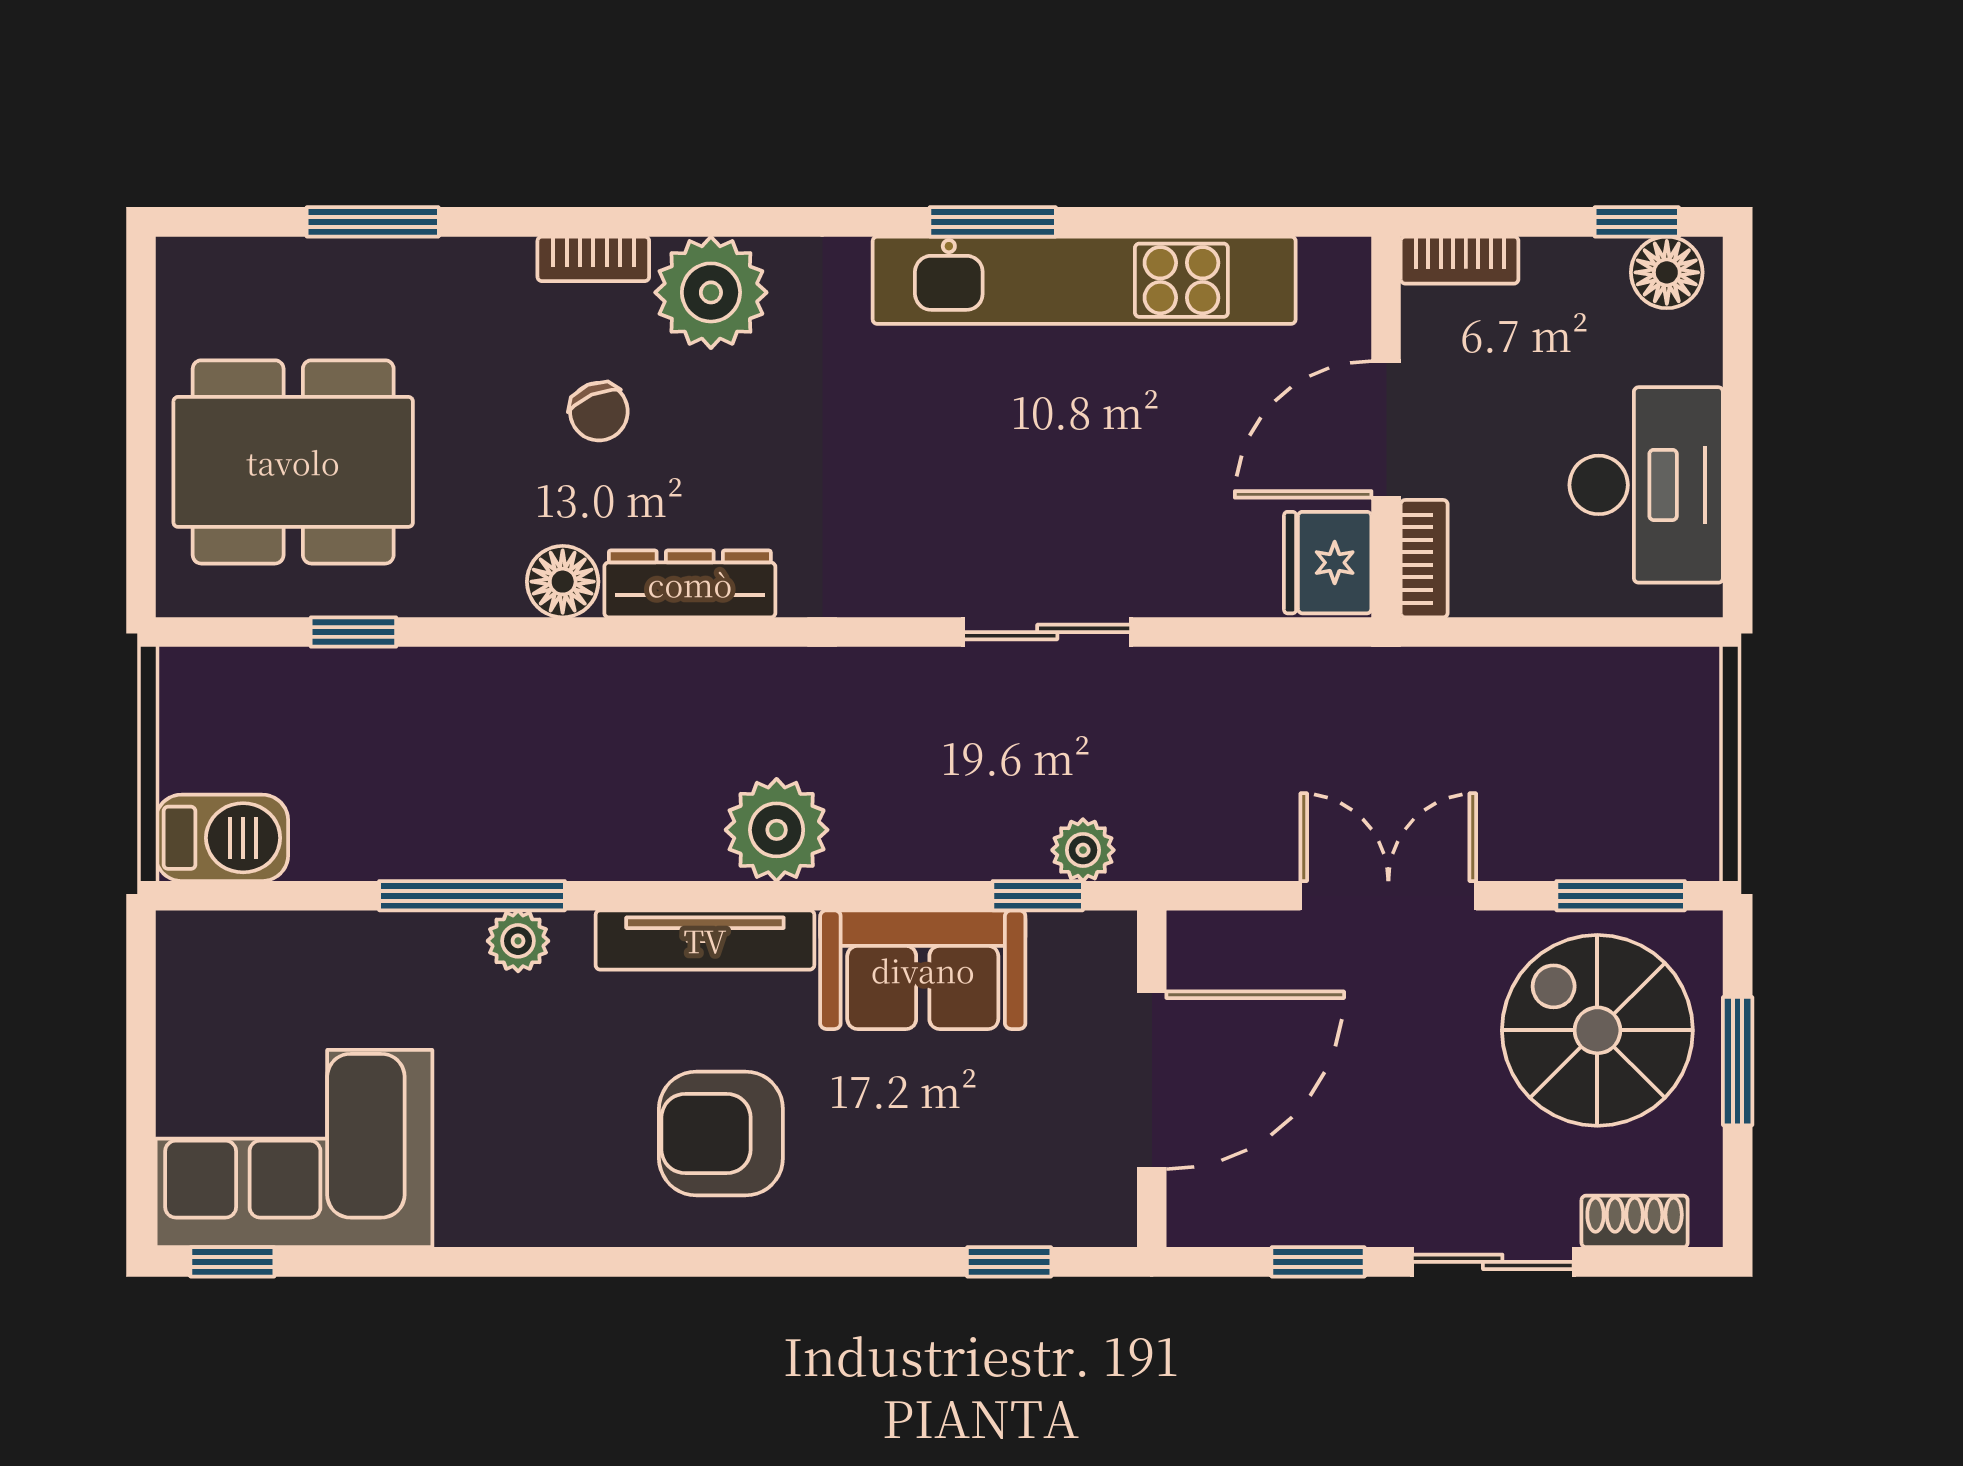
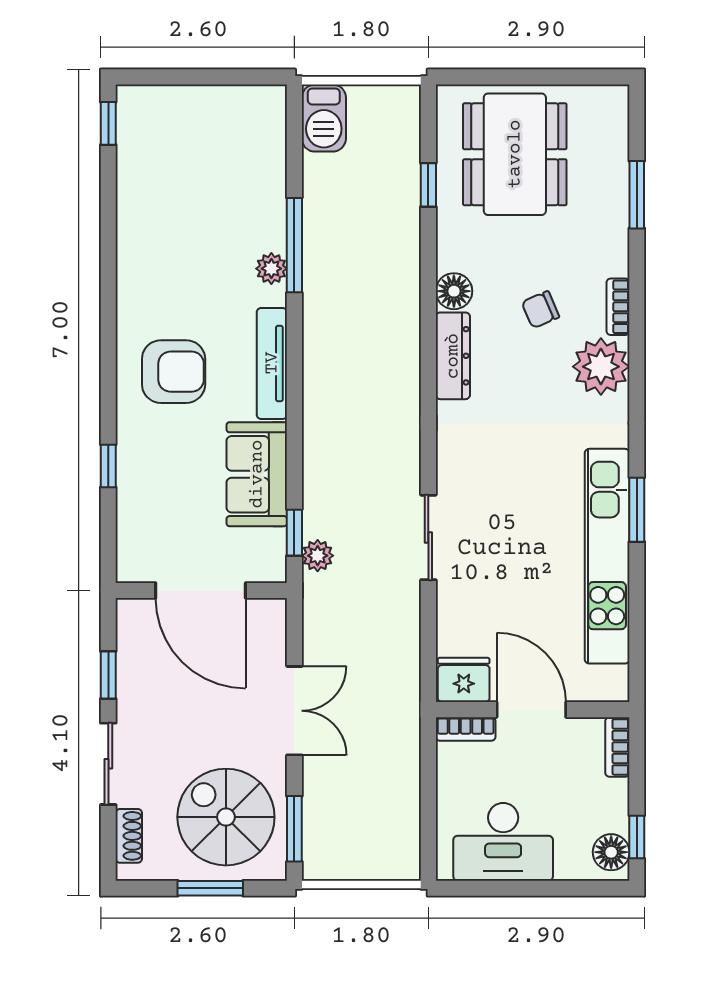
plant: (777, 830) -> (328, 400), removed
spiral stairs: (1597, 1030) -> (226, 817), turned -90
armchair: (721, 1134) -> (174, 372), turned 90
corner sofa: (294, 1149) -> (166, 155), removed
window: (1009, 1262) -> (108, 466), moved

